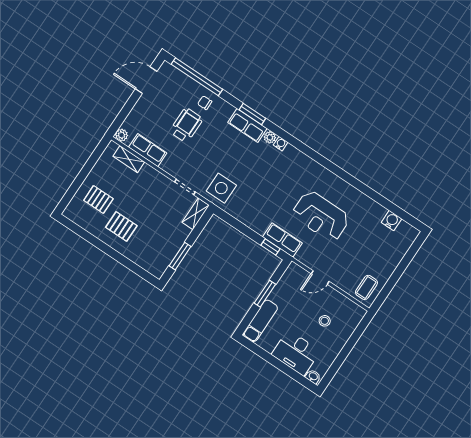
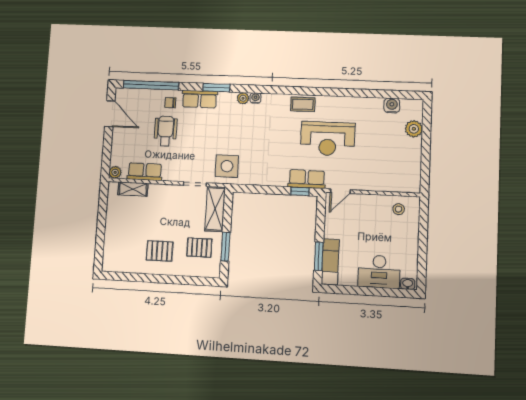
door: (146, 80) -> (110, 114), swing flipped
row of seats: (247, 125) -> (200, 99), moved
pallet: (98, 200) -> (199, 248), moved
shelving: (196, 214) -> (215, 209), width x1.50, depth x1.33
plant: (398, 251) -> (414, 129), added
door: (320, 278) -> (340, 191), moved
coffee table: (366, 287) -> (303, 104), moved, turned 90
window: (265, 294) -> (319, 256), moved
stool: (325, 321) -> (399, 209), moved

